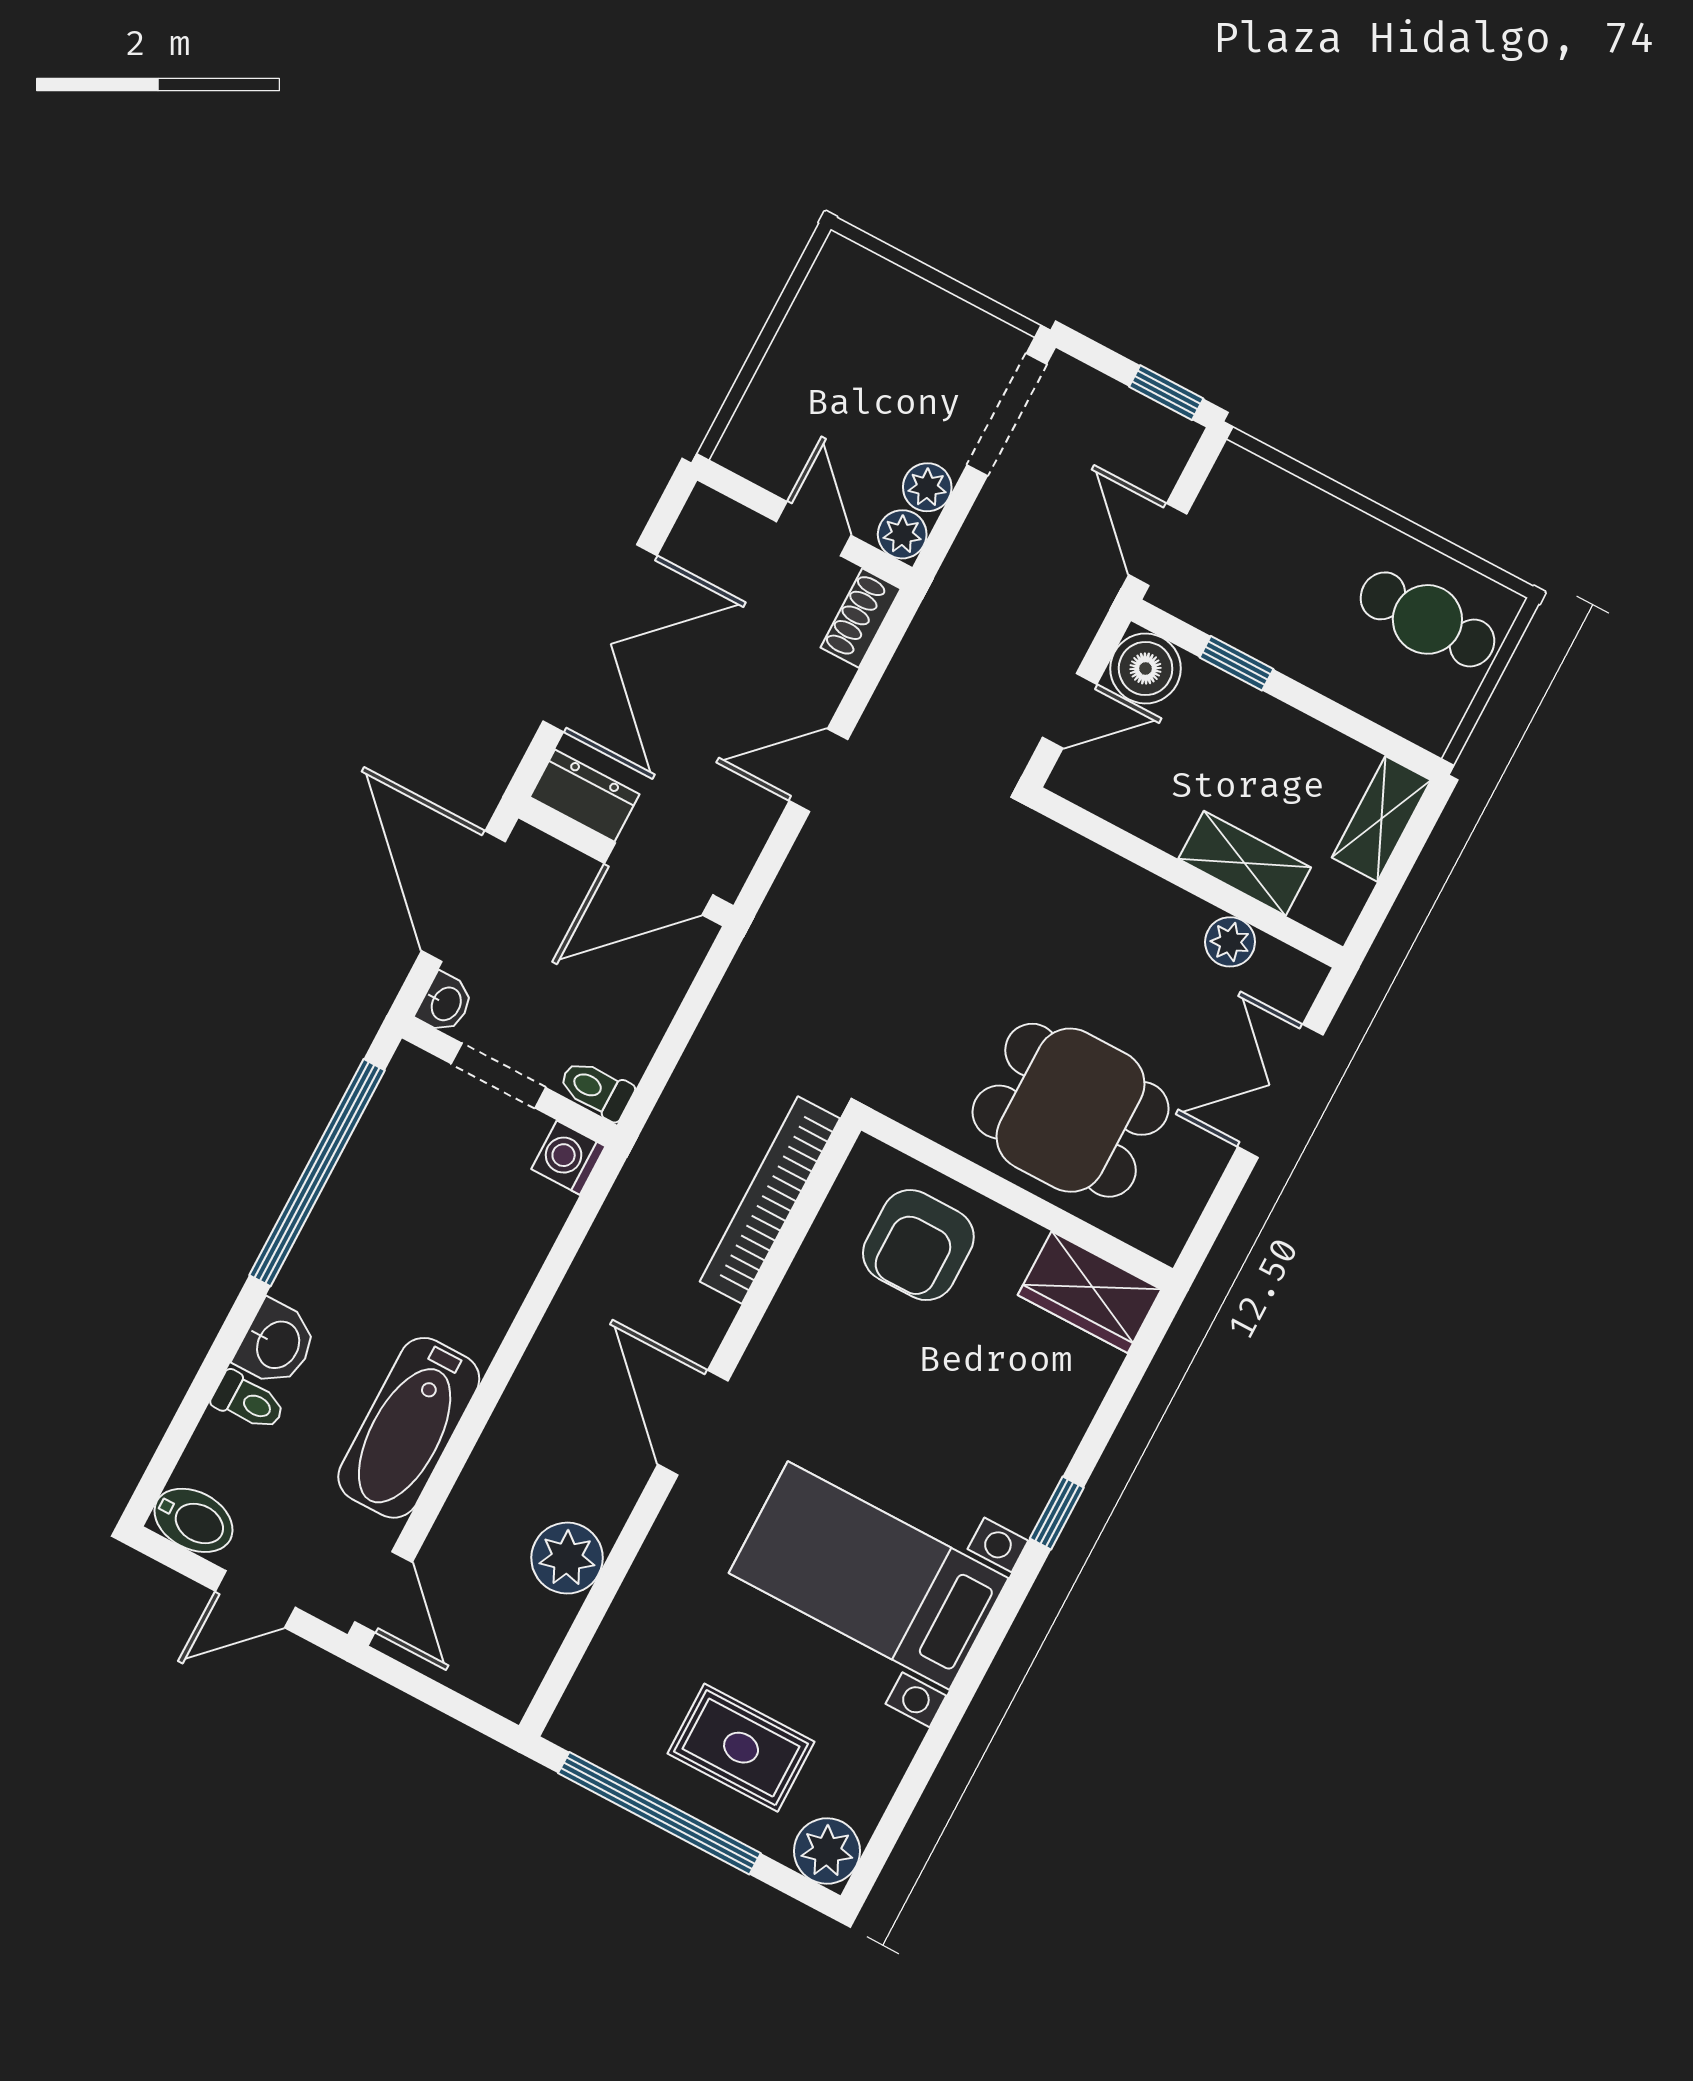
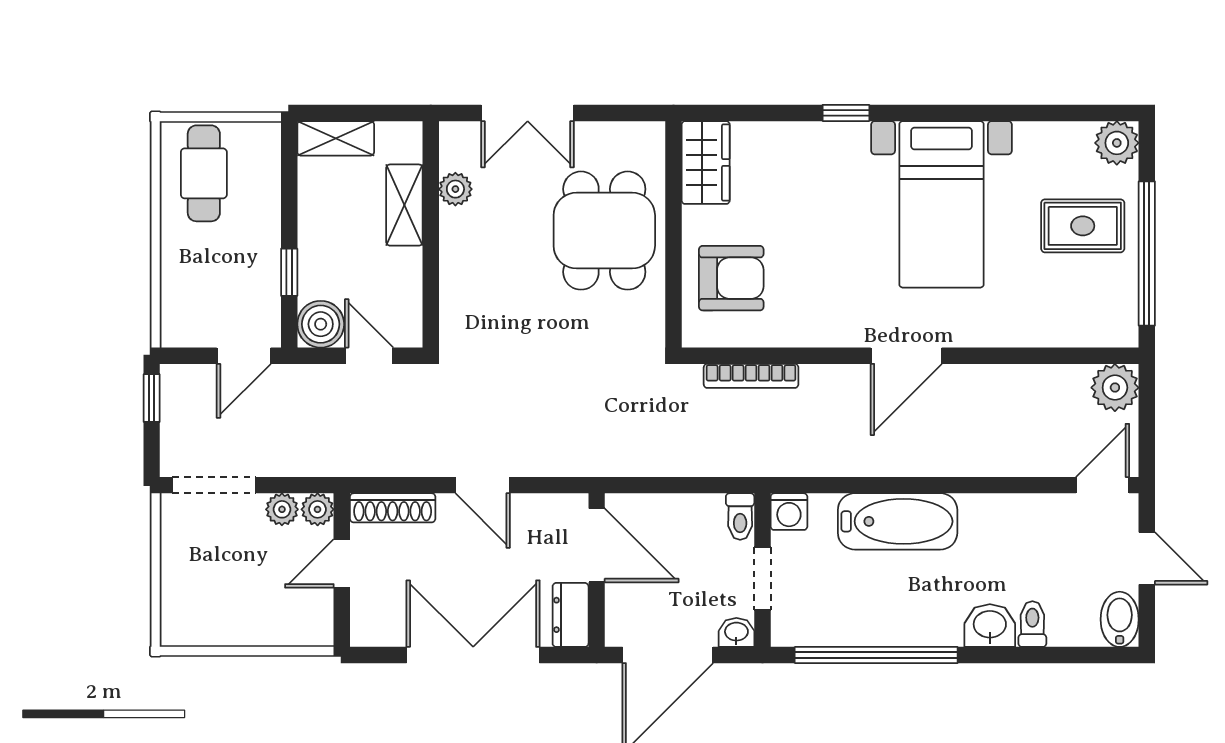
shoe rack: (861, 618) -> (393, 508), width x1.43
bookcase: (770, 1200) -> (751, 376), width x0.68, depth x0.76
bathtub: (409, 1428) -> (898, 521), moved
plant: (567, 1558) -> (1115, 388), moved
rug: (741, 1748) -> (1083, 226), turned 90

